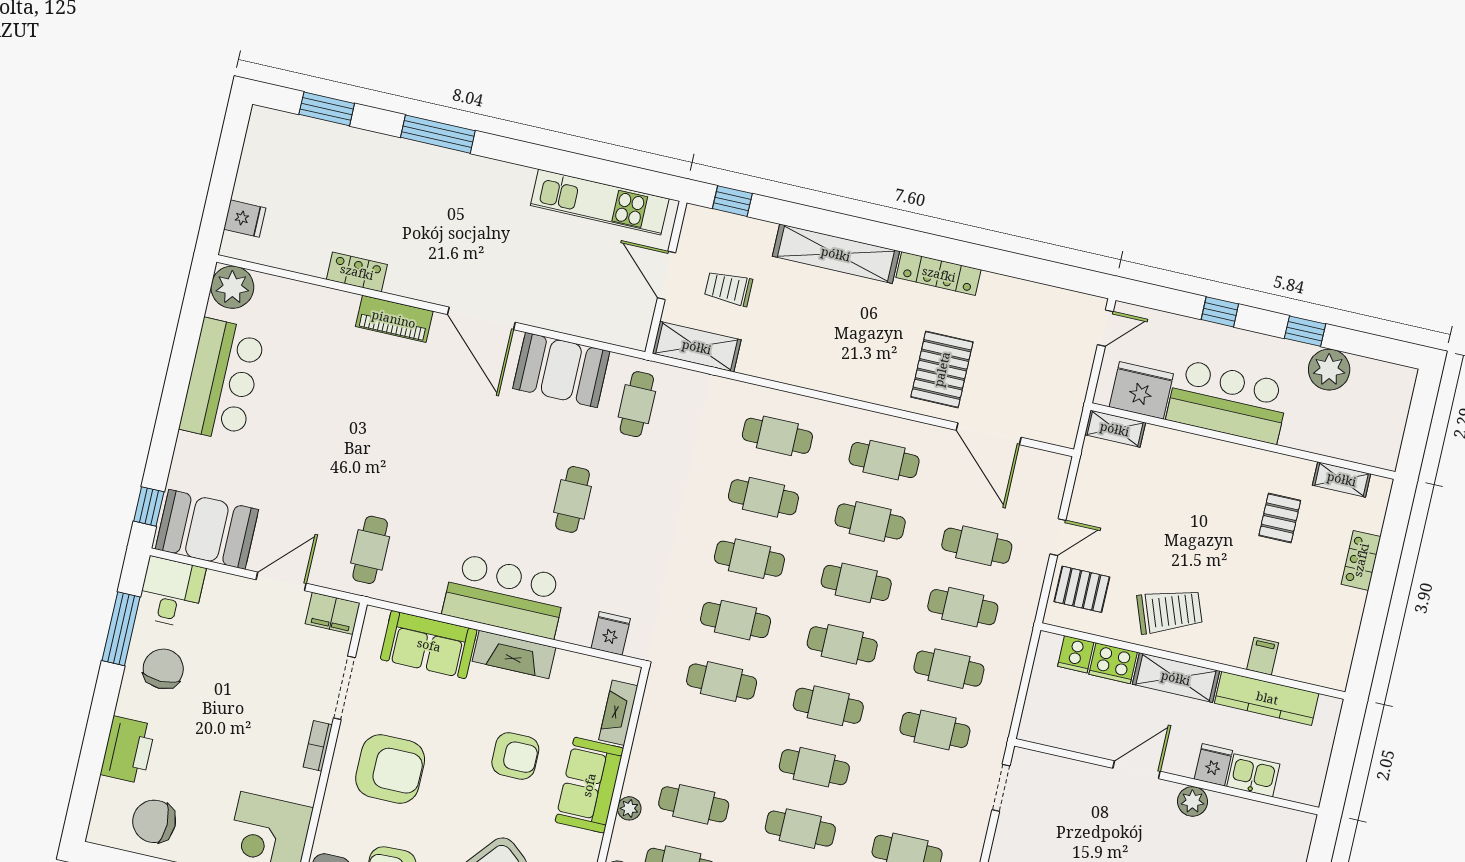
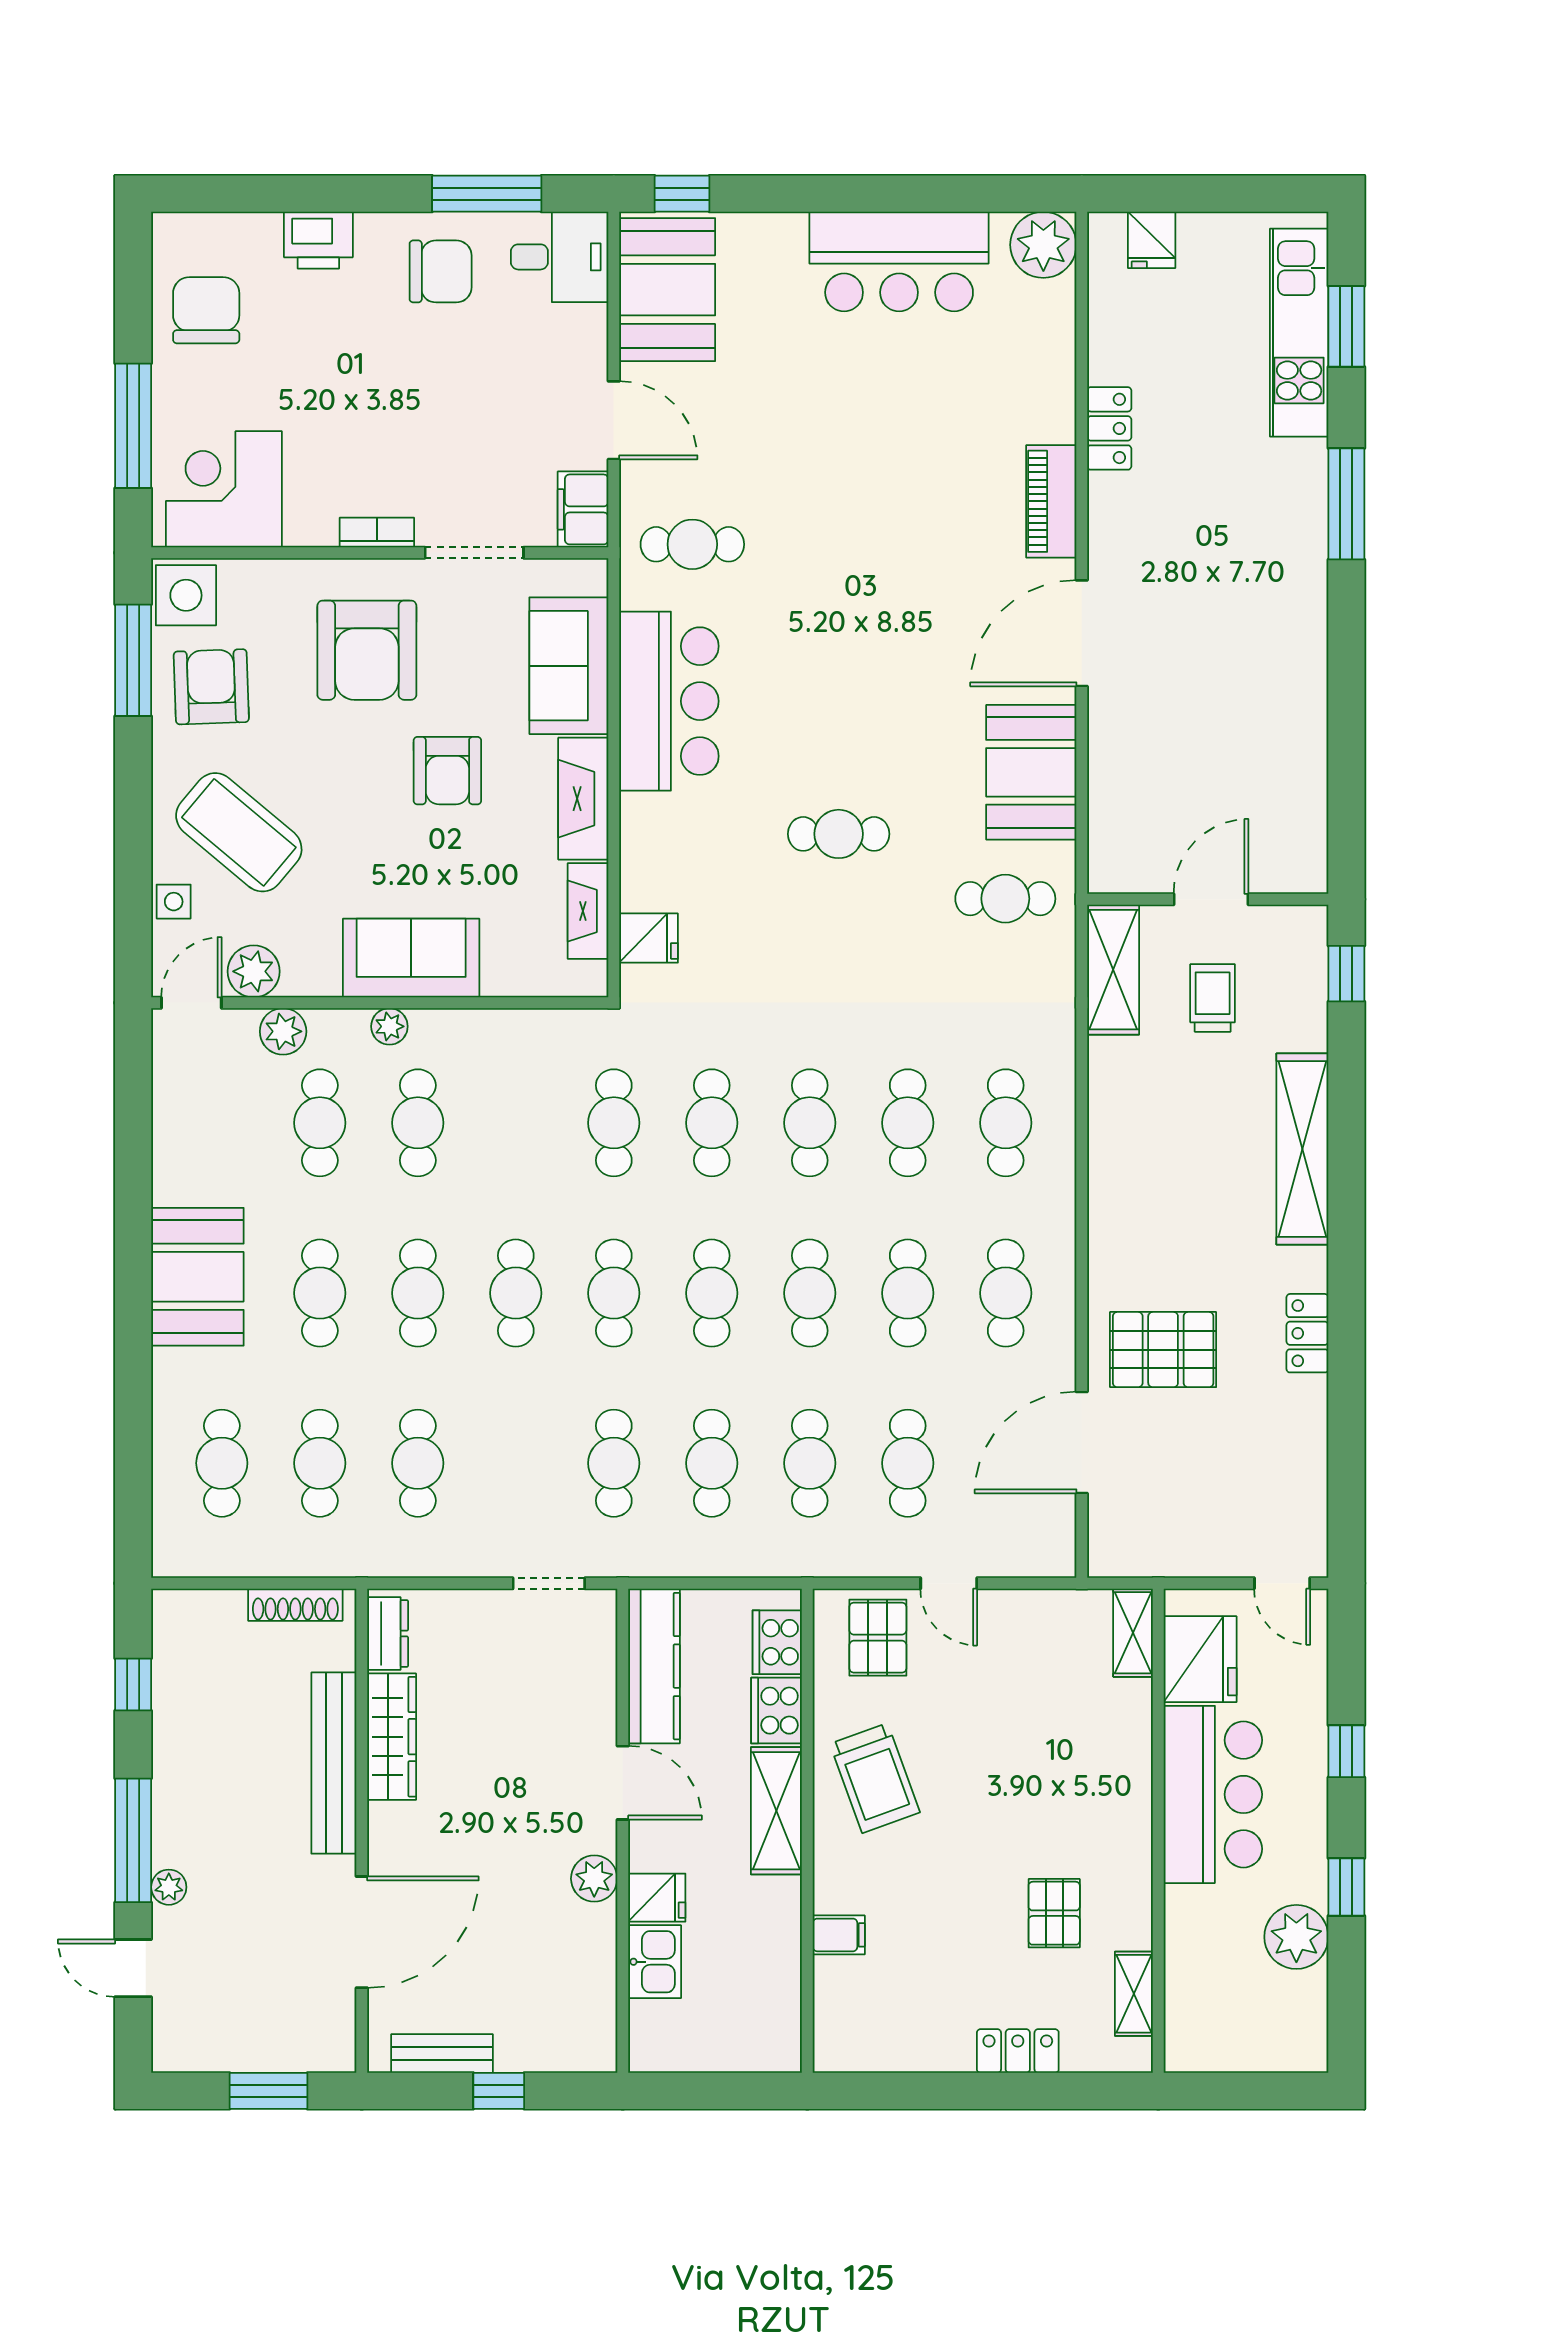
kitchen unit: (600, 202) -> (1299, 333), moved
locker: (939, 274) -> (1307, 1333), width x0.66
pallet: (1280, 518) -> (1054, 1913), turned 90
bar counter: (505, 596) -> (669, 701), moved
cooker: (1076, 654) -> (777, 1642), width x1.36
kitchen counter: (1267, 698) -> (654, 1666), moved, turned 180
fireplace: (618, 713) -> (588, 911), moved, turned -90
printer: (128, 750) -> (318, 240), width x0.73, depth x0.84
armchair: (515, 756) -> (447, 771), moved

